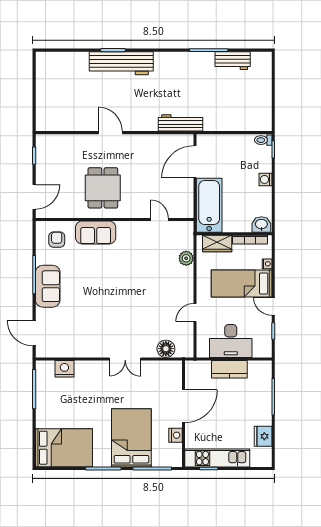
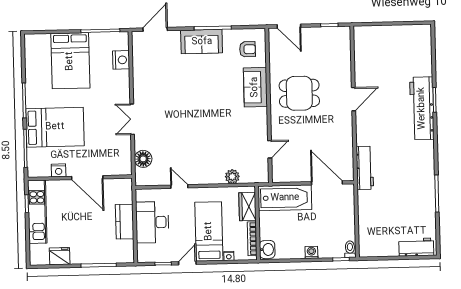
workbench: (233, 61) -> (416, 247), moved, turned 90
bed: (64, 448) -> (70, 61), moved

